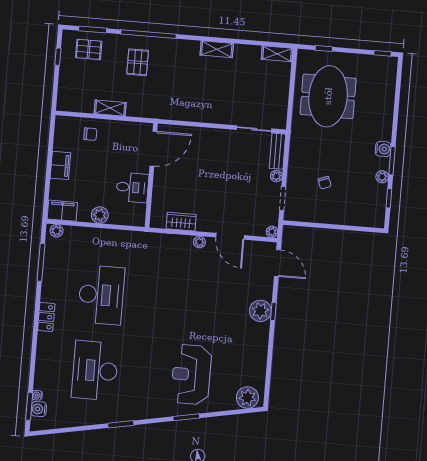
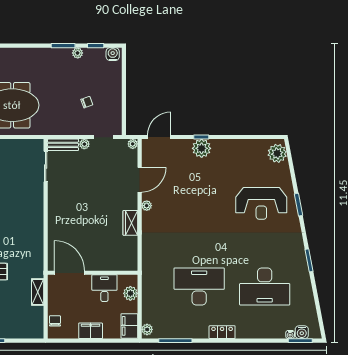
chair: (90, 134) -> (55, 321), moved
door: (153, 149) -> (70, 273), moved
water cooler: (383, 149) -> (113, 54), moved
wall: (151, 175) -> (93, 273), moved
desk: (132, 187) -> (104, 288), moved

